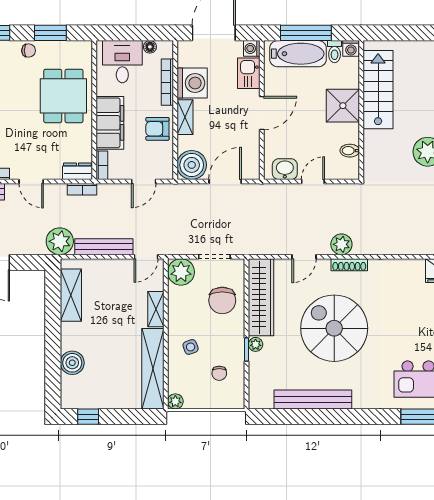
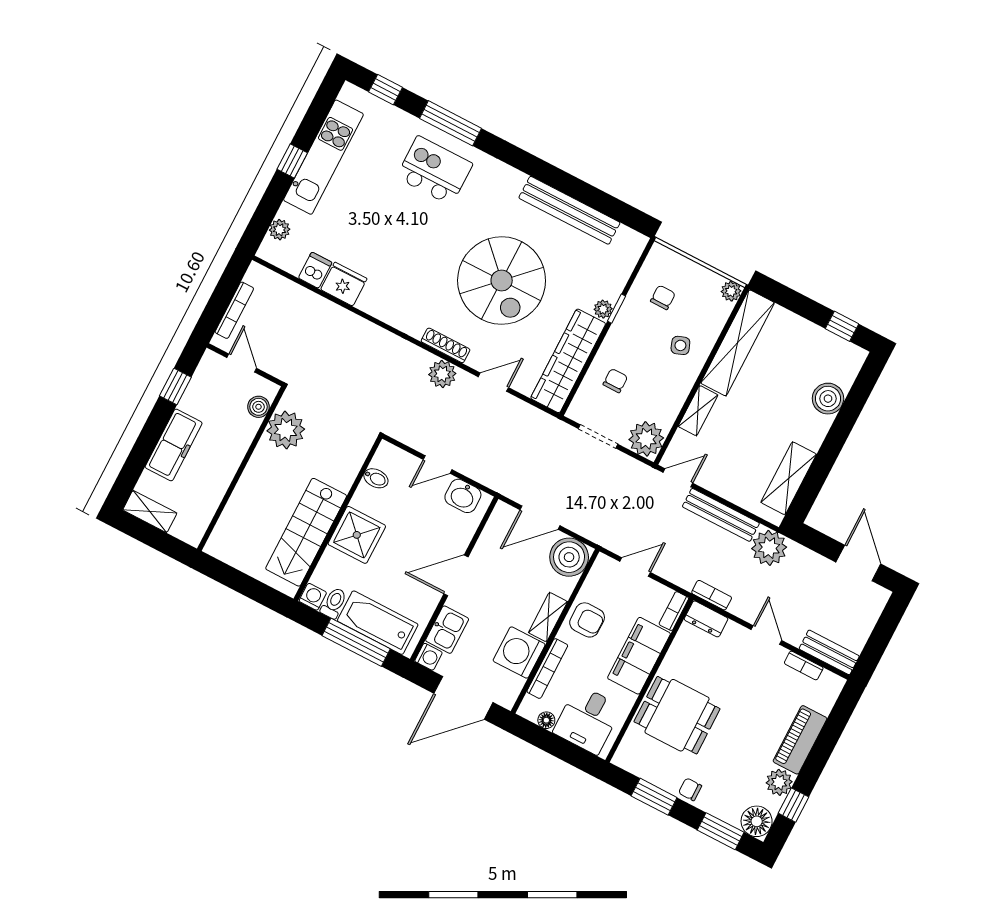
dining table: (63, 96) -> (677, 715), turned 90
chair: (222, 300) -> (615, 381), width x0.54, depth x0.54

